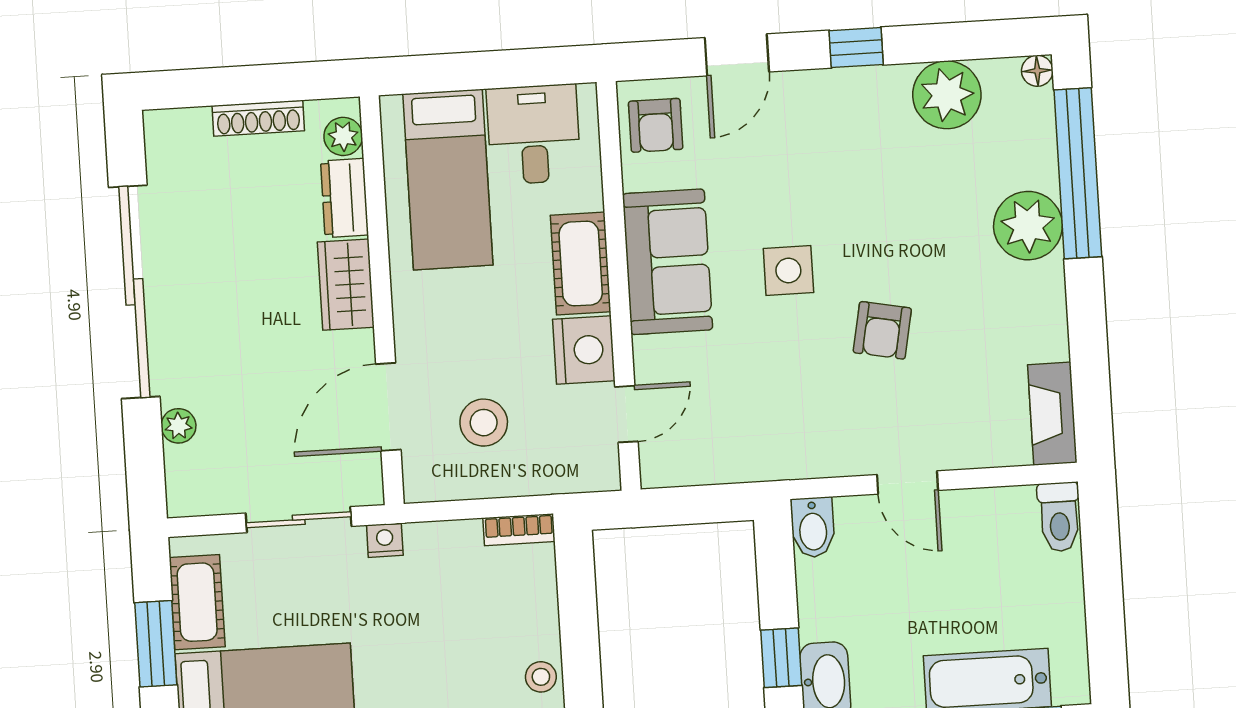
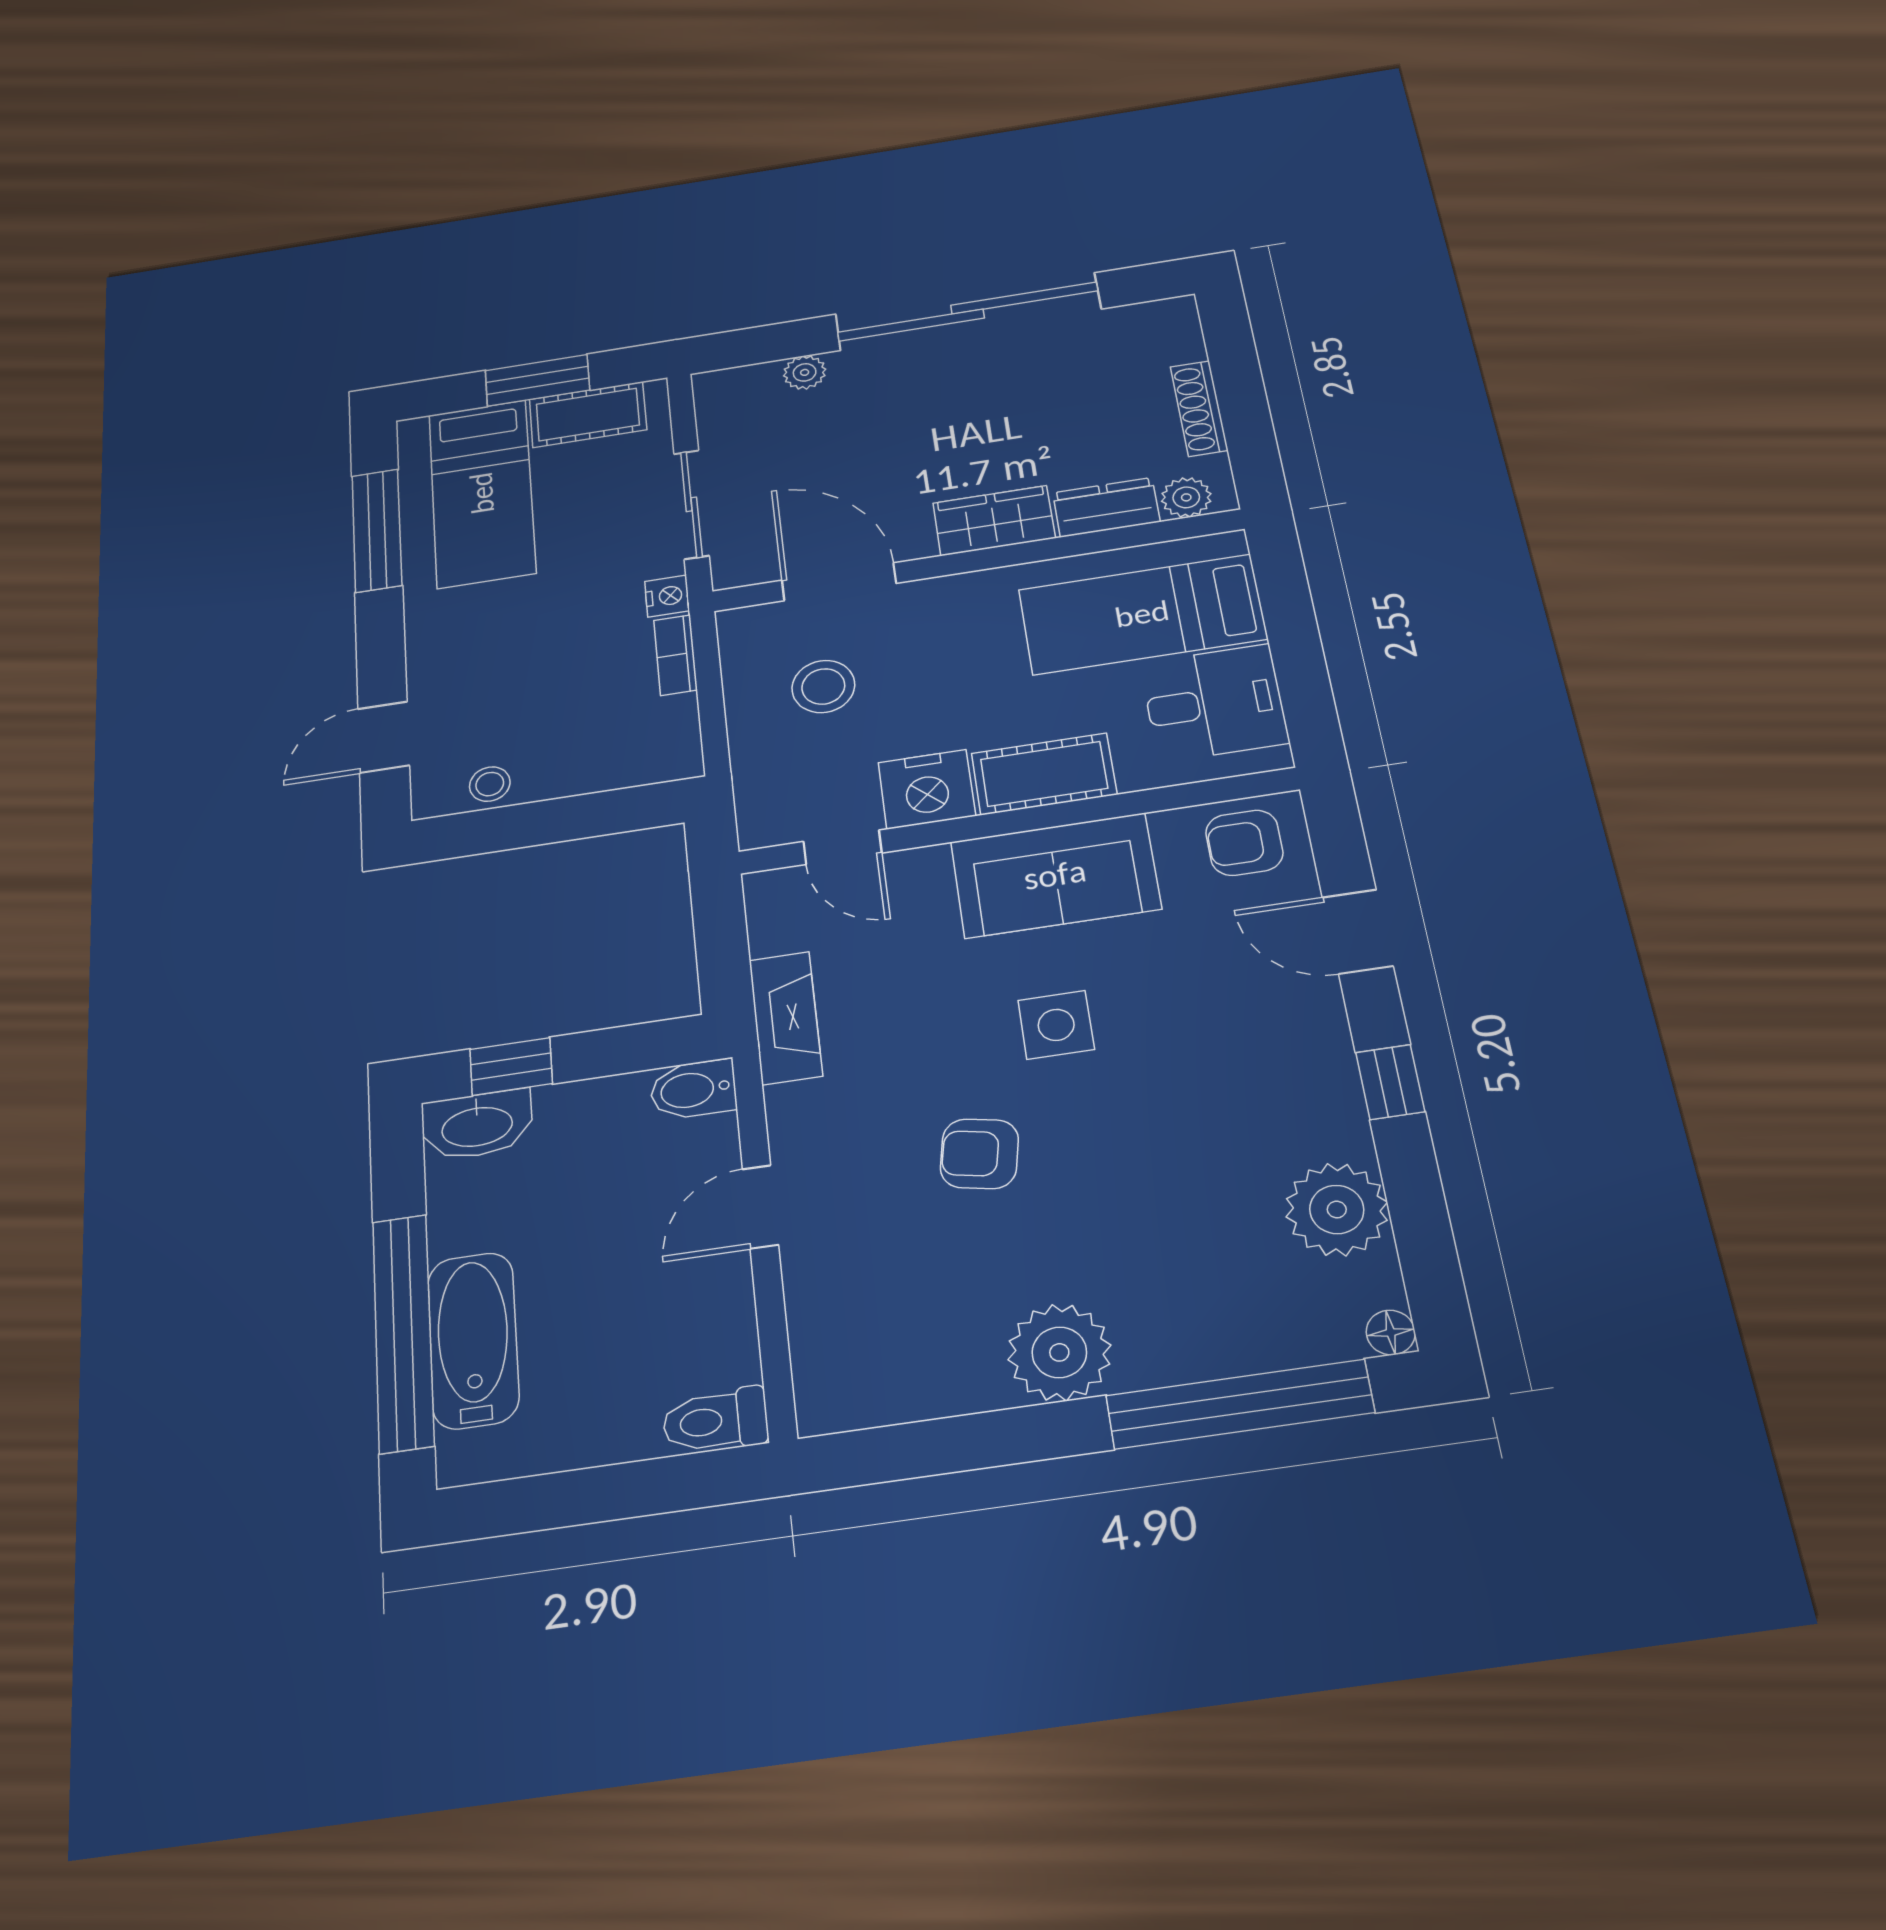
plant: (1028, 226) -> (1059, 1352), moved
fireplace: (1052, 414) -> (786, 1018), moved, turned 90
bookcase: (519, 530) -> (675, 655), moved

